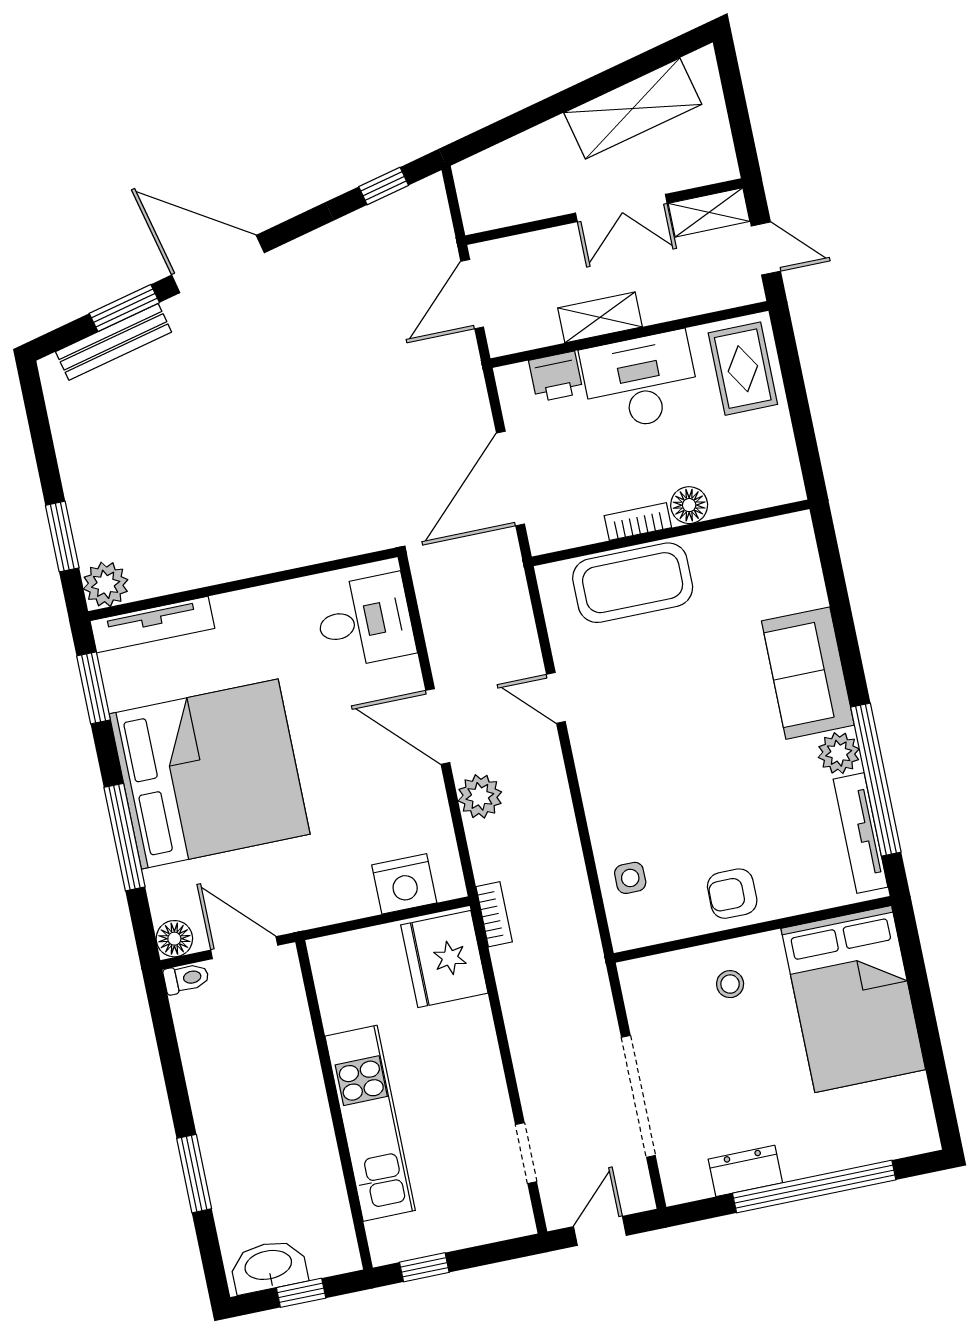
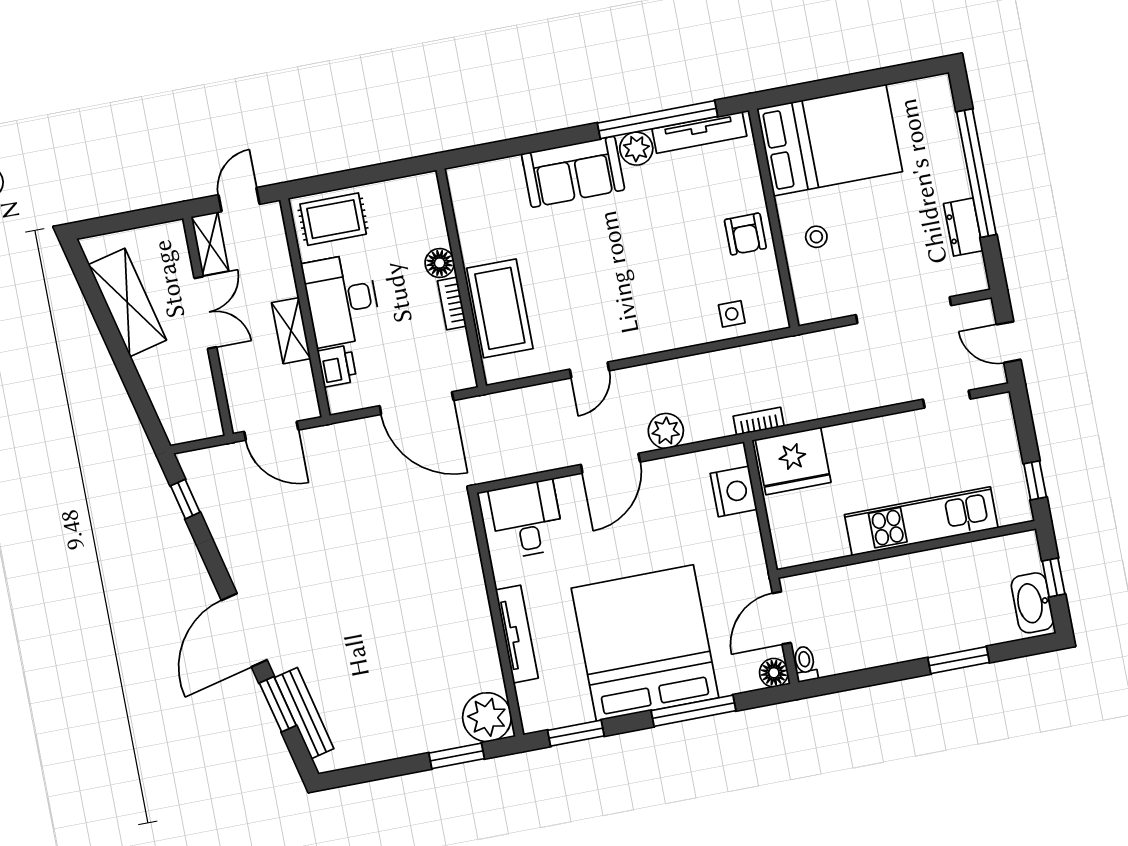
plant: (106, 584) -> (487, 717), width x1.36, depth x1.36
tv unit: (152, 624) -> (517, 634), moved

